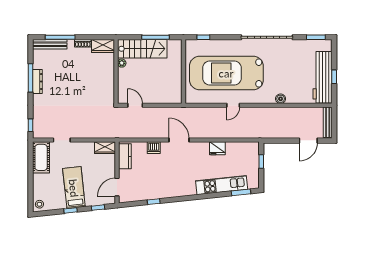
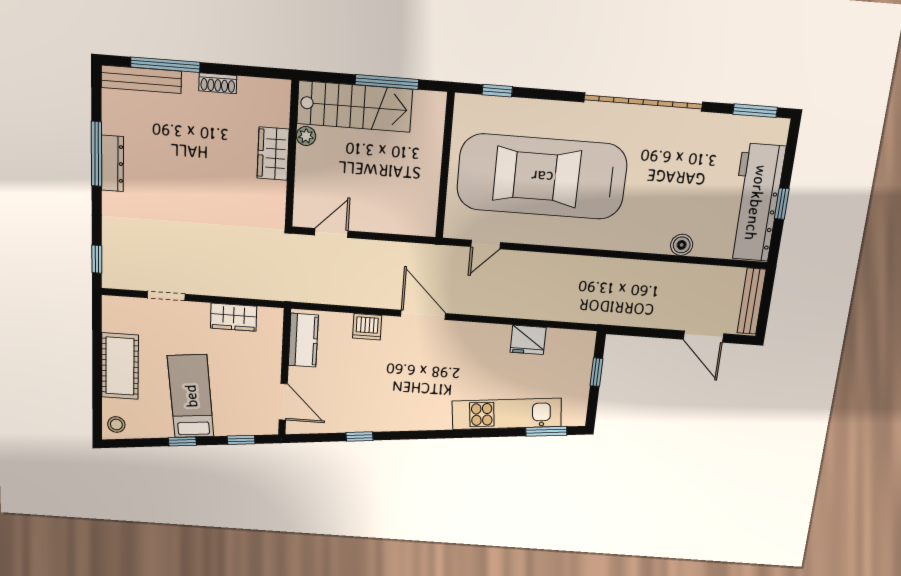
wardrobe: (103, 46) -> (273, 154), moved, turned 90
boiler: (281, 99) -> (682, 245), moved
door: (135, 105) -> (331, 233), hinge flipped
door: (233, 105) -> (486, 245), moved
door: (308, 141) -> (703, 337), hinge flipped
wardrobe: (105, 148) -> (234, 317), moved
fridge: (217, 148) -> (528, 340), moved
cot: (41, 157) -> (120, 366), moved
door: (117, 187) -> (283, 402), swing flipped

